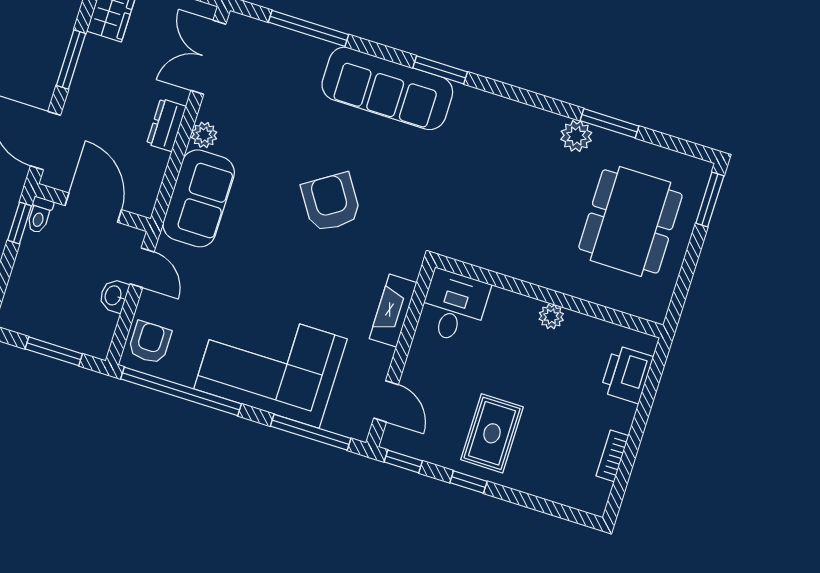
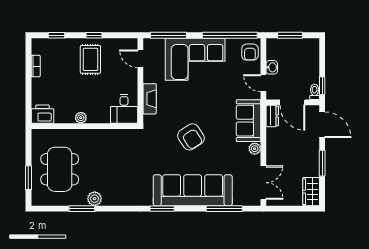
sofa: (387, 88) -> (193, 190), width x1.36, depth x1.27
dresser: (166, 125) -> (272, 116), moved
window: (710, 200) -> (28, 178), moved
printer: (627, 374) -> (42, 114), moved, turned -90
window: (403, 461) -> (56, 35), moved

